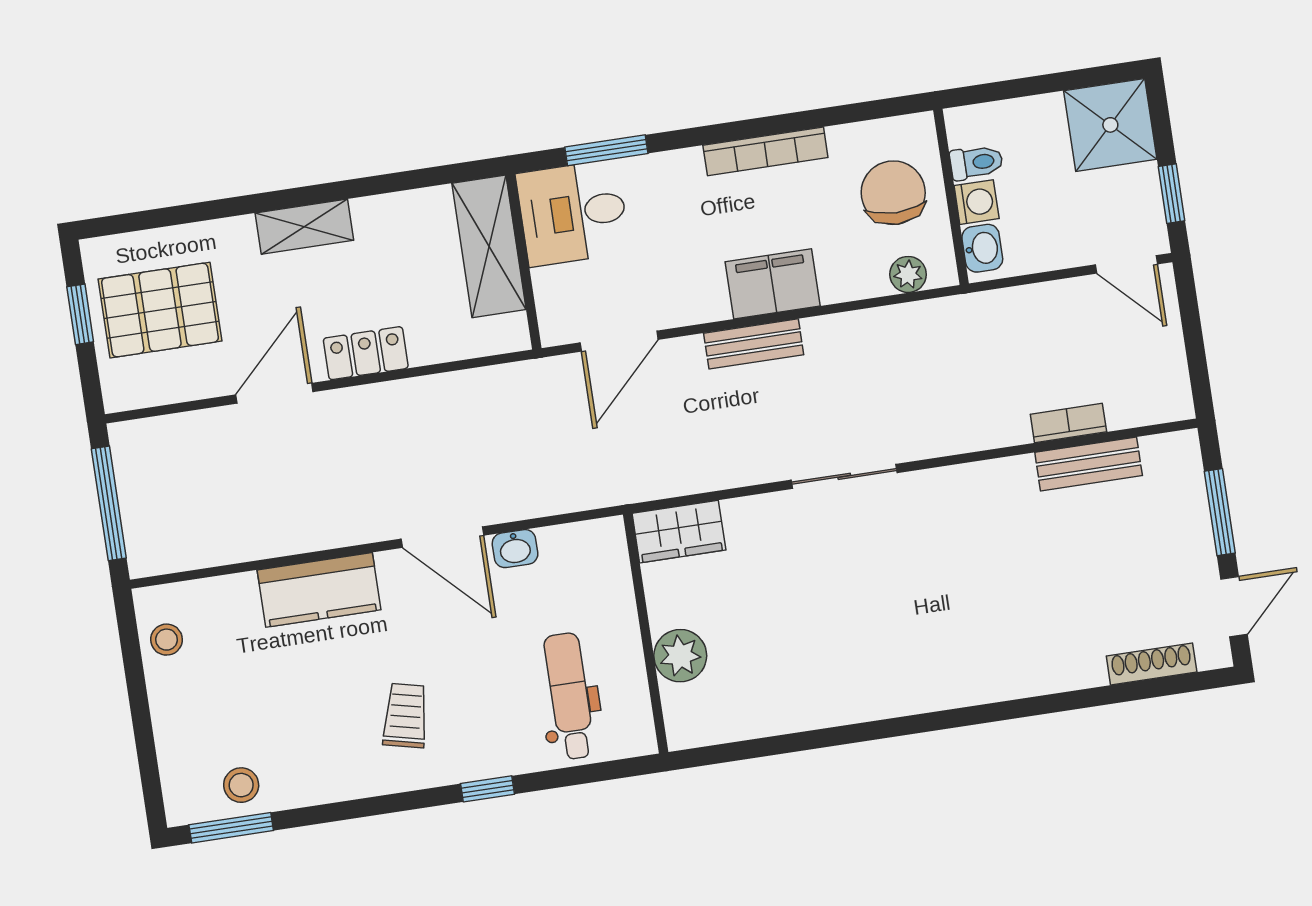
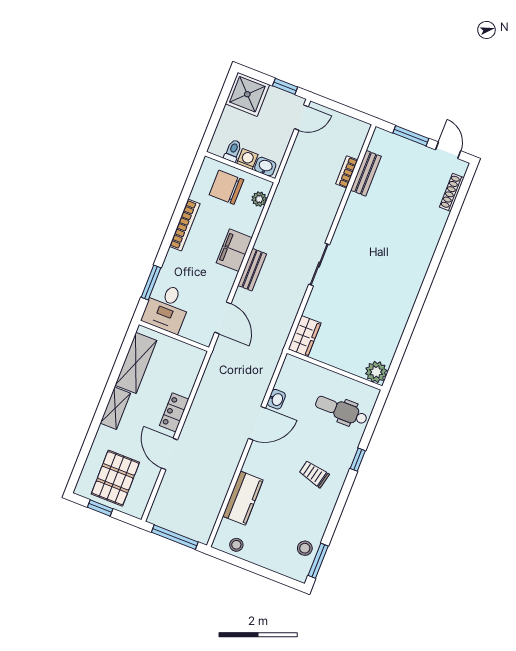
shelving: (489, 246) -> (136, 363), moved, turned 90
kitchen counter: (319, 590) -> (243, 498), moved
plant: (680, 656) -> (376, 372), moved

